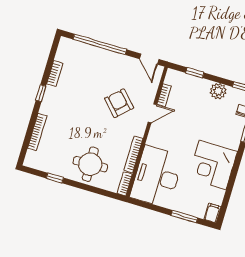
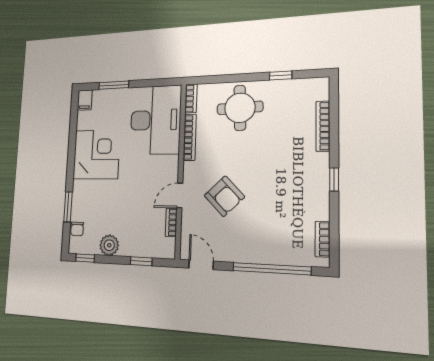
bookcase: (55, 74) -> (323, 239), moved

